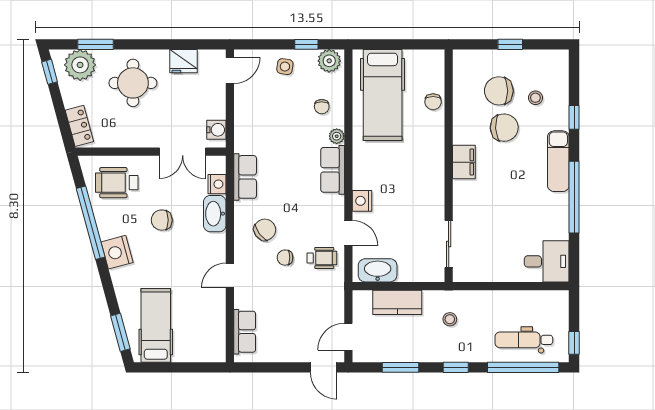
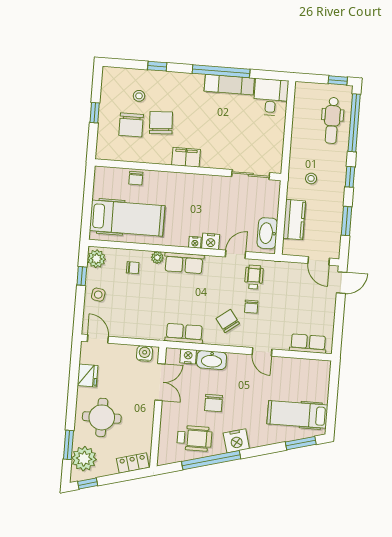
chair: (433, 102) -> (136, 178), turned 90
exam couch: (558, 161) -> (229, 85), moved
nightstand: (359, 181) -> (195, 242), added
wheelchair: (117, 183) -> (194, 438), moved, turned -90

